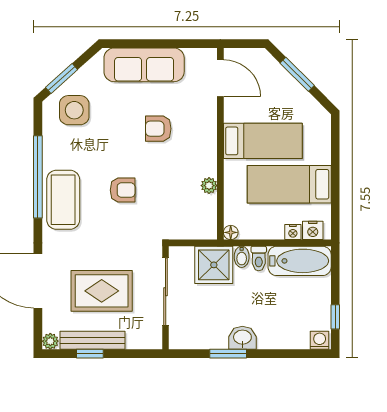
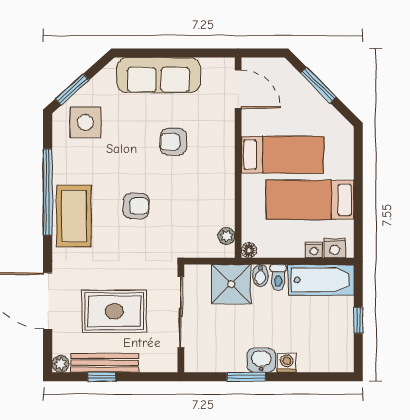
plant: (209, 186) -> (226, 236), moved
window: (335, 317) -> (358, 320), moved
washing machine: (320, 340) -> (287, 363), moved

